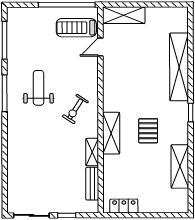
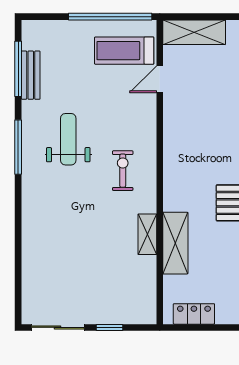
exercise bike: (75, 109) -> (123, 171), turned 147
shelving: (111, 133) -> (175, 243), moved
bench: (92, 184) -> (31, 75), moved

